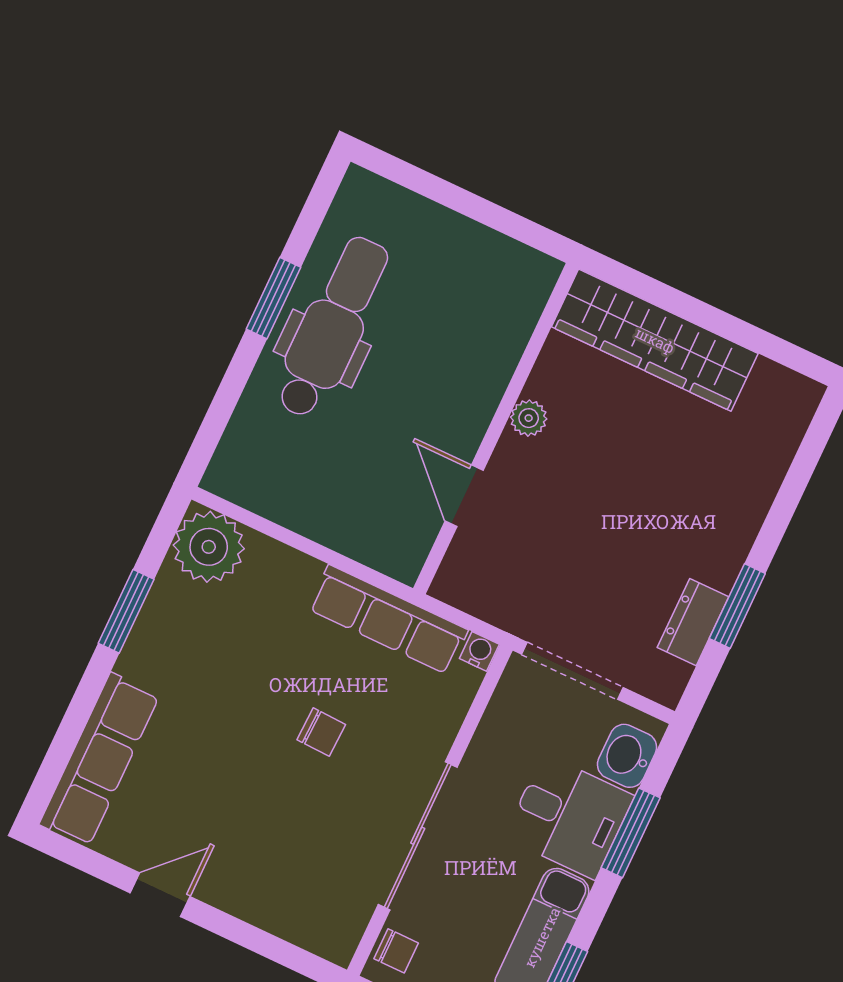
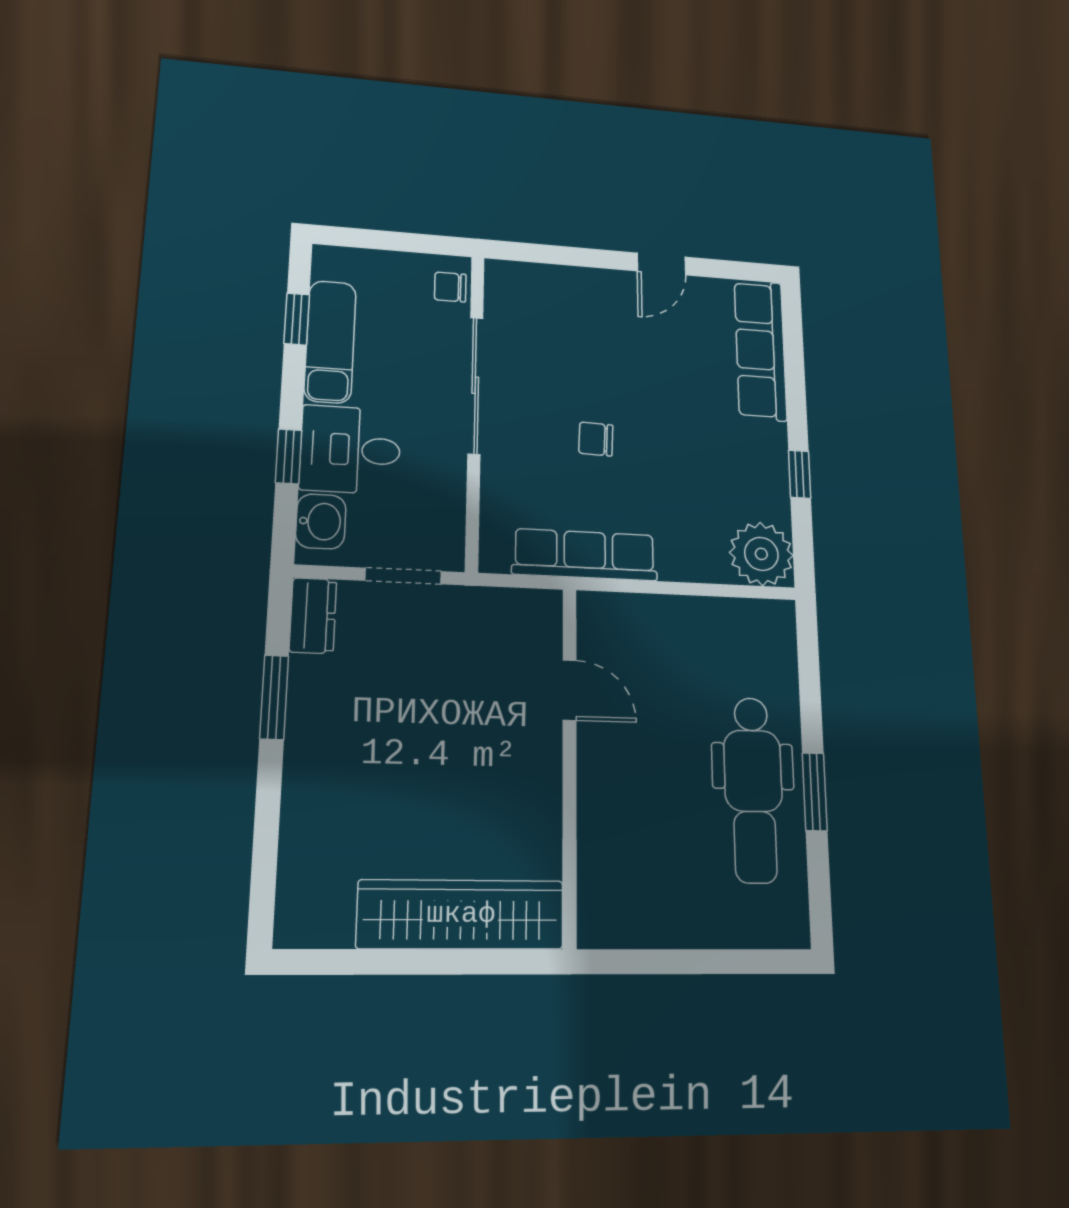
plant: (529, 418) -> (545, 786), removed
window: (126, 611) -> (800, 474), width x0.67
dresser: (693, 622) -> (313, 616), moved
water cooler: (479, 651) -> (494, 560), removed
doorway: (572, 671) -> (403, 576), width x0.73
window: (631, 833) -> (289, 456), width x0.67

